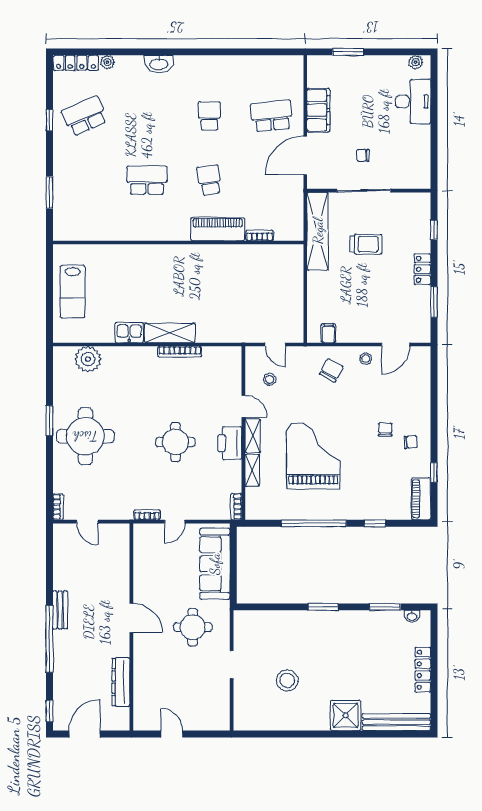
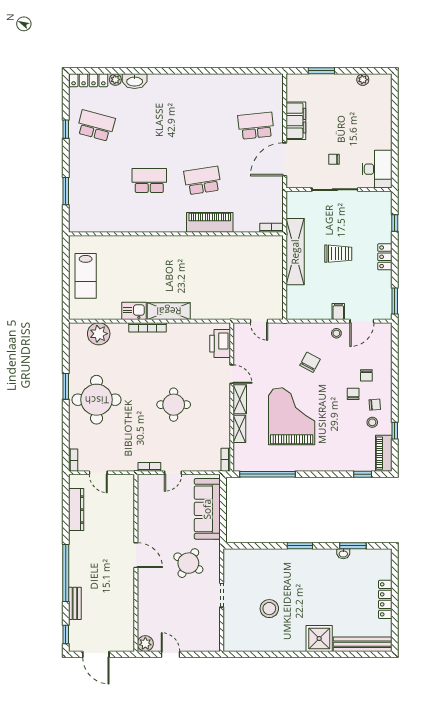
plant: (416, 62) -> (363, 80), moved
washbasin: (159, 64) -> (135, 81), moved
desk: (413, 101) -> (377, 169), moved
school desk: (85, 116) -> (96, 126), turned 39
school desk: (209, 116) -> (203, 126), removed
school desk: (209, 180) -> (203, 180), width x1.85
shelving: (318, 231) -> (295, 252), moved
bookcase: (260, 235) -> (272, 228), moved
trolley: (366, 244) -> (338, 254), moved
window: (434, 302) -> (395, 301), moved
filing cabinet: (328, 333) -> (338, 311), moved
bookcase: (180, 352) -> (147, 327), moved
chair: (331, 370) -> (310, 362), moved
stool: (270, 379) -> (372, 422), moved
chair: (401, 408) -> (366, 375), added
printer: (230, 443) -> (220, 344), moved
window: (314, 523) -> (268, 474), moved
window: (375, 523) -> (363, 474), moved
bench: (60, 610) -> (75, 603), moved
washbasin: (412, 616) -> (343, 554), moved
round table: (193, 627) -> (188, 563), turned 31
dresser: (121, 682) -> (76, 510), moved, turned 180
plant: (142, 721) -> (145, 644), added
door: (85, 734) -> (96, 654), swing flipped

